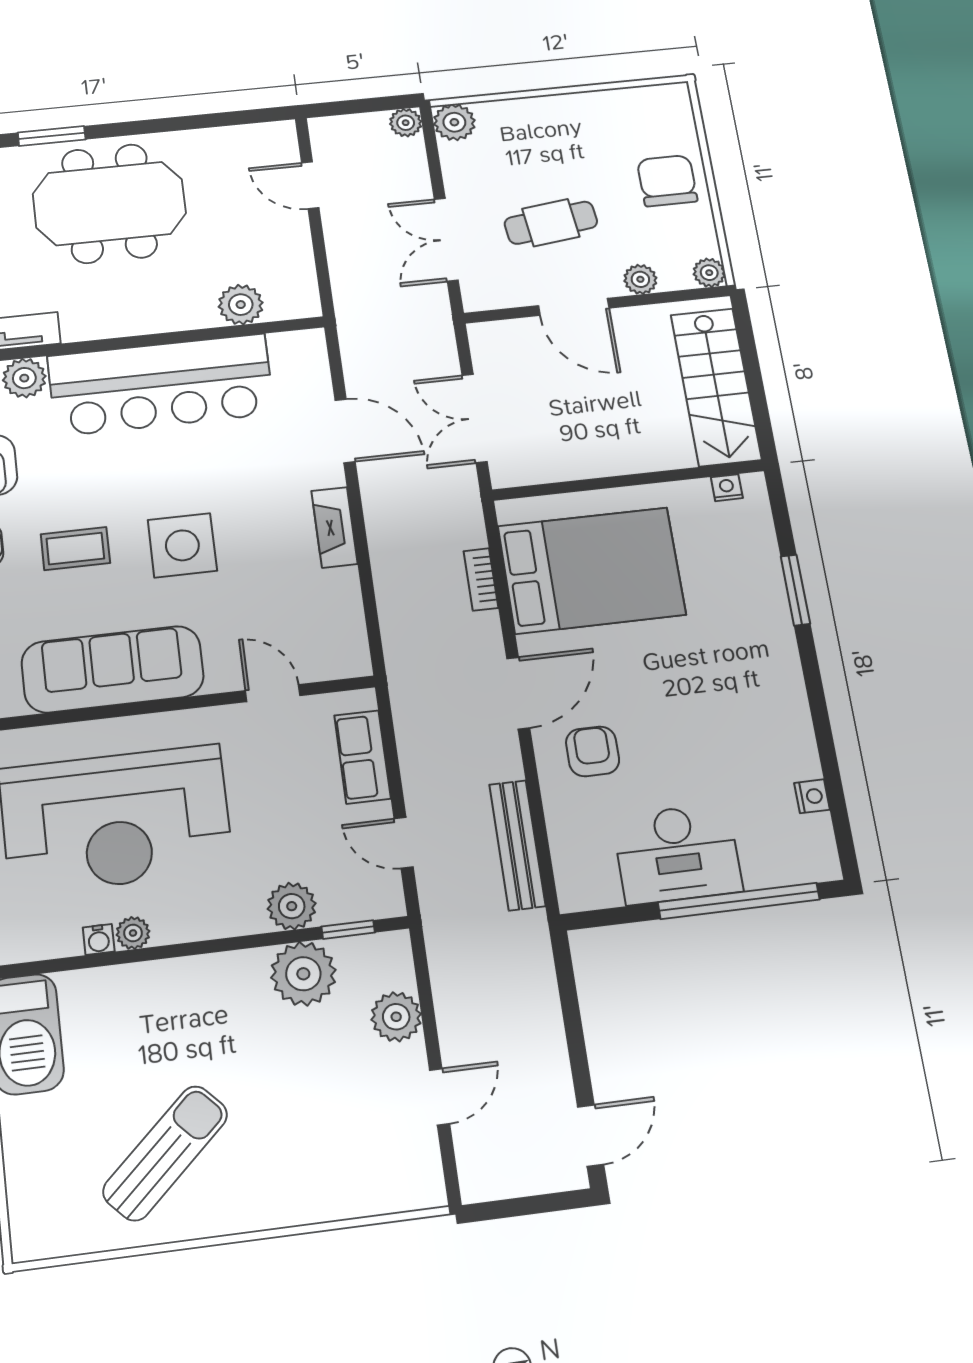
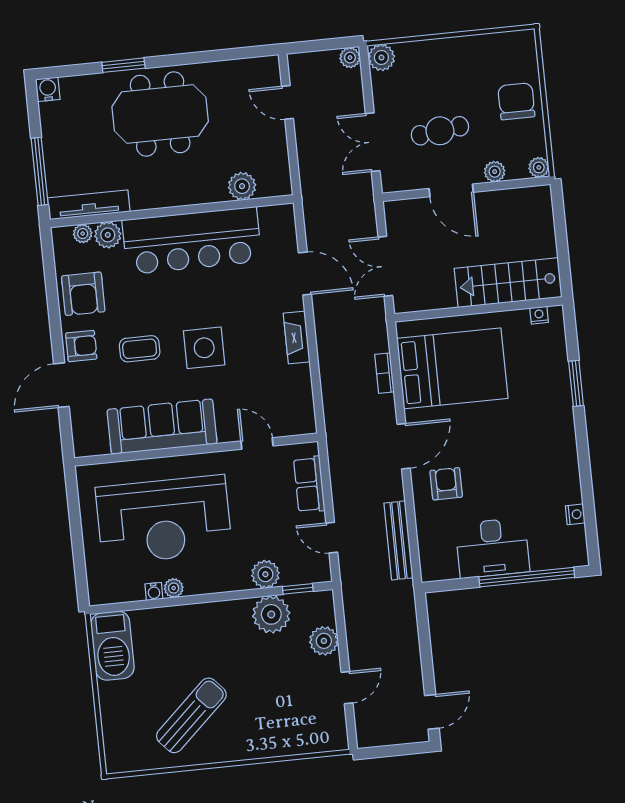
stairs: (716, 387) -> (508, 283), moved, turned 90

